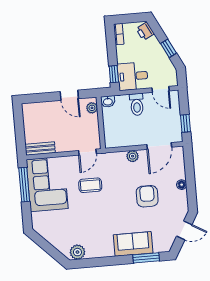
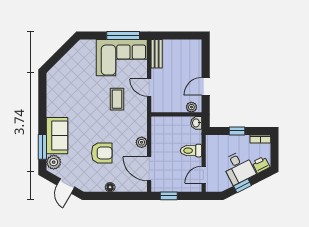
window: (114, 74) -> (237, 131), moved
desk: (133, 76) -> (239, 167), moved, turned 153
door: (87, 152) -> (149, 88), moved
plant: (77, 252) -> (54, 162), moved

